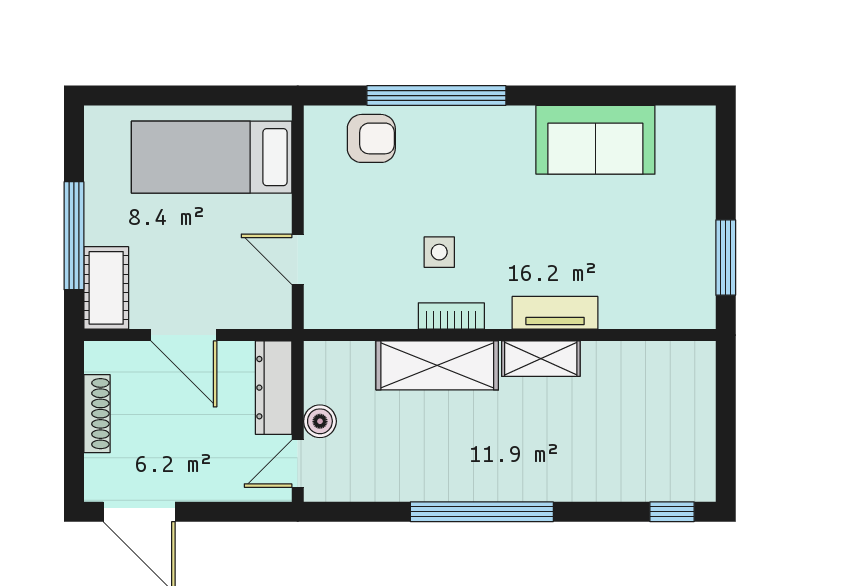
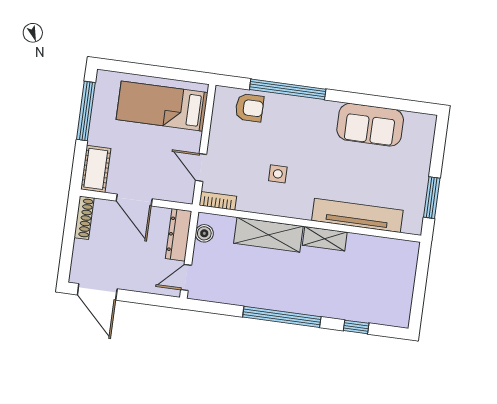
window: (74, 236) -> (86, 111), moved
tv unit: (555, 313) -> (357, 215), width x1.92, depth x1.29
bookcase: (451, 316) -> (218, 201), moved
shoe rack: (97, 414) -> (84, 218), moved
boiler: (320, 421) -> (204, 233), moved
window: (672, 512) -> (356, 327), moved

